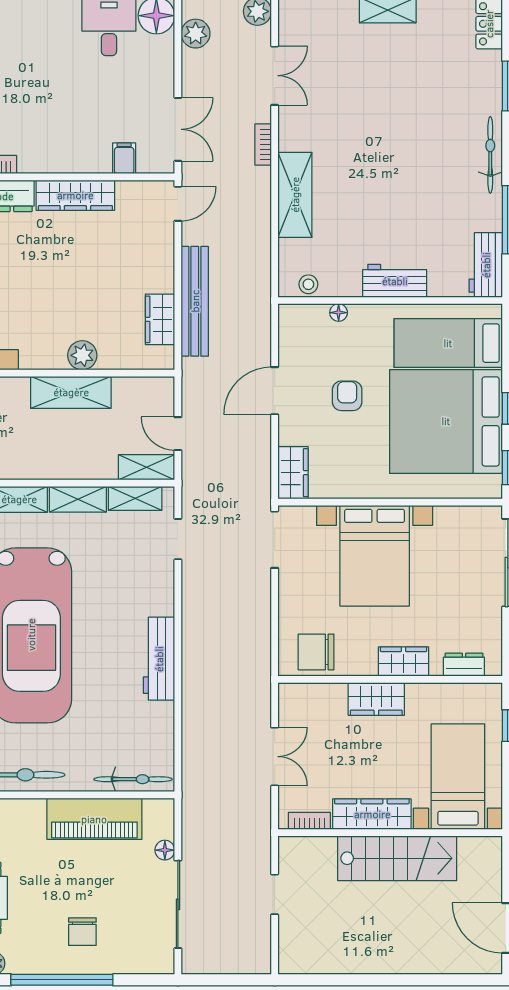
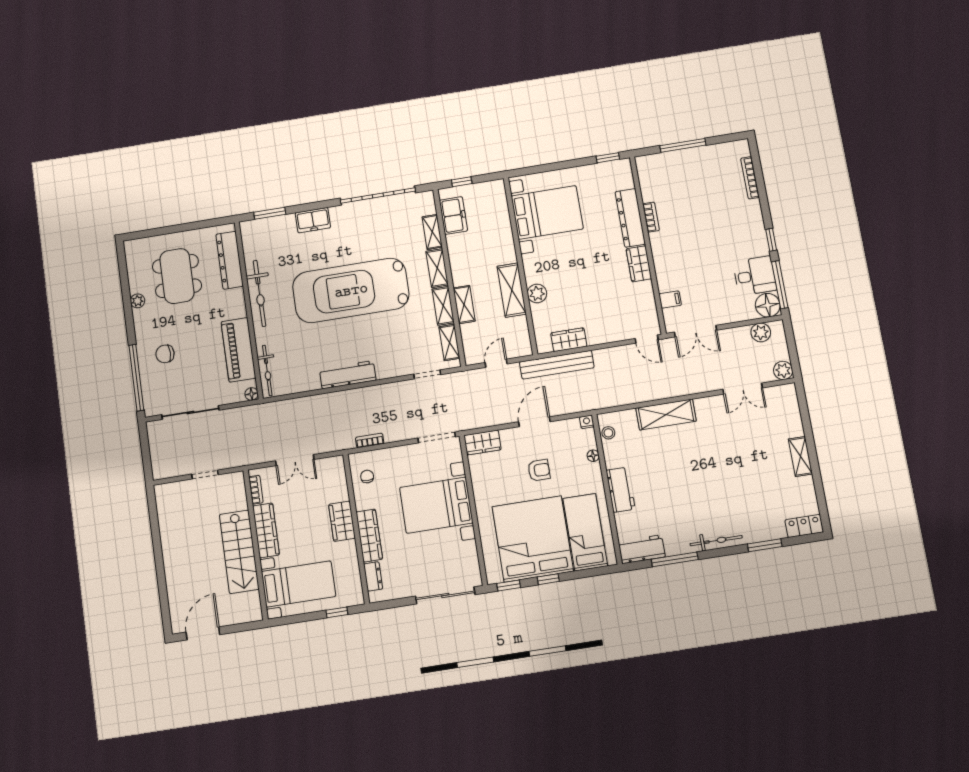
bookcase: (263, 144) -> (370, 440), moved
wardrobe: (75, 195) -> (639, 264), width x0.67
bench: (195, 301) -> (557, 365), moved
nightstand: (287, 313) -> (587, 422), added
door: (275, 391) -> (534, 422), hinge flipped
shelving: (146, 467) -> (464, 305), moved
chair: (316, 652) -> (367, 476), width x0.54, depth x0.54
wardrobe: (404, 662) -> (369, 536), width x1.50
floor lamp: (165, 850) -> (251, 394), moved
window: (62, 980) -> (136, 378), moved

